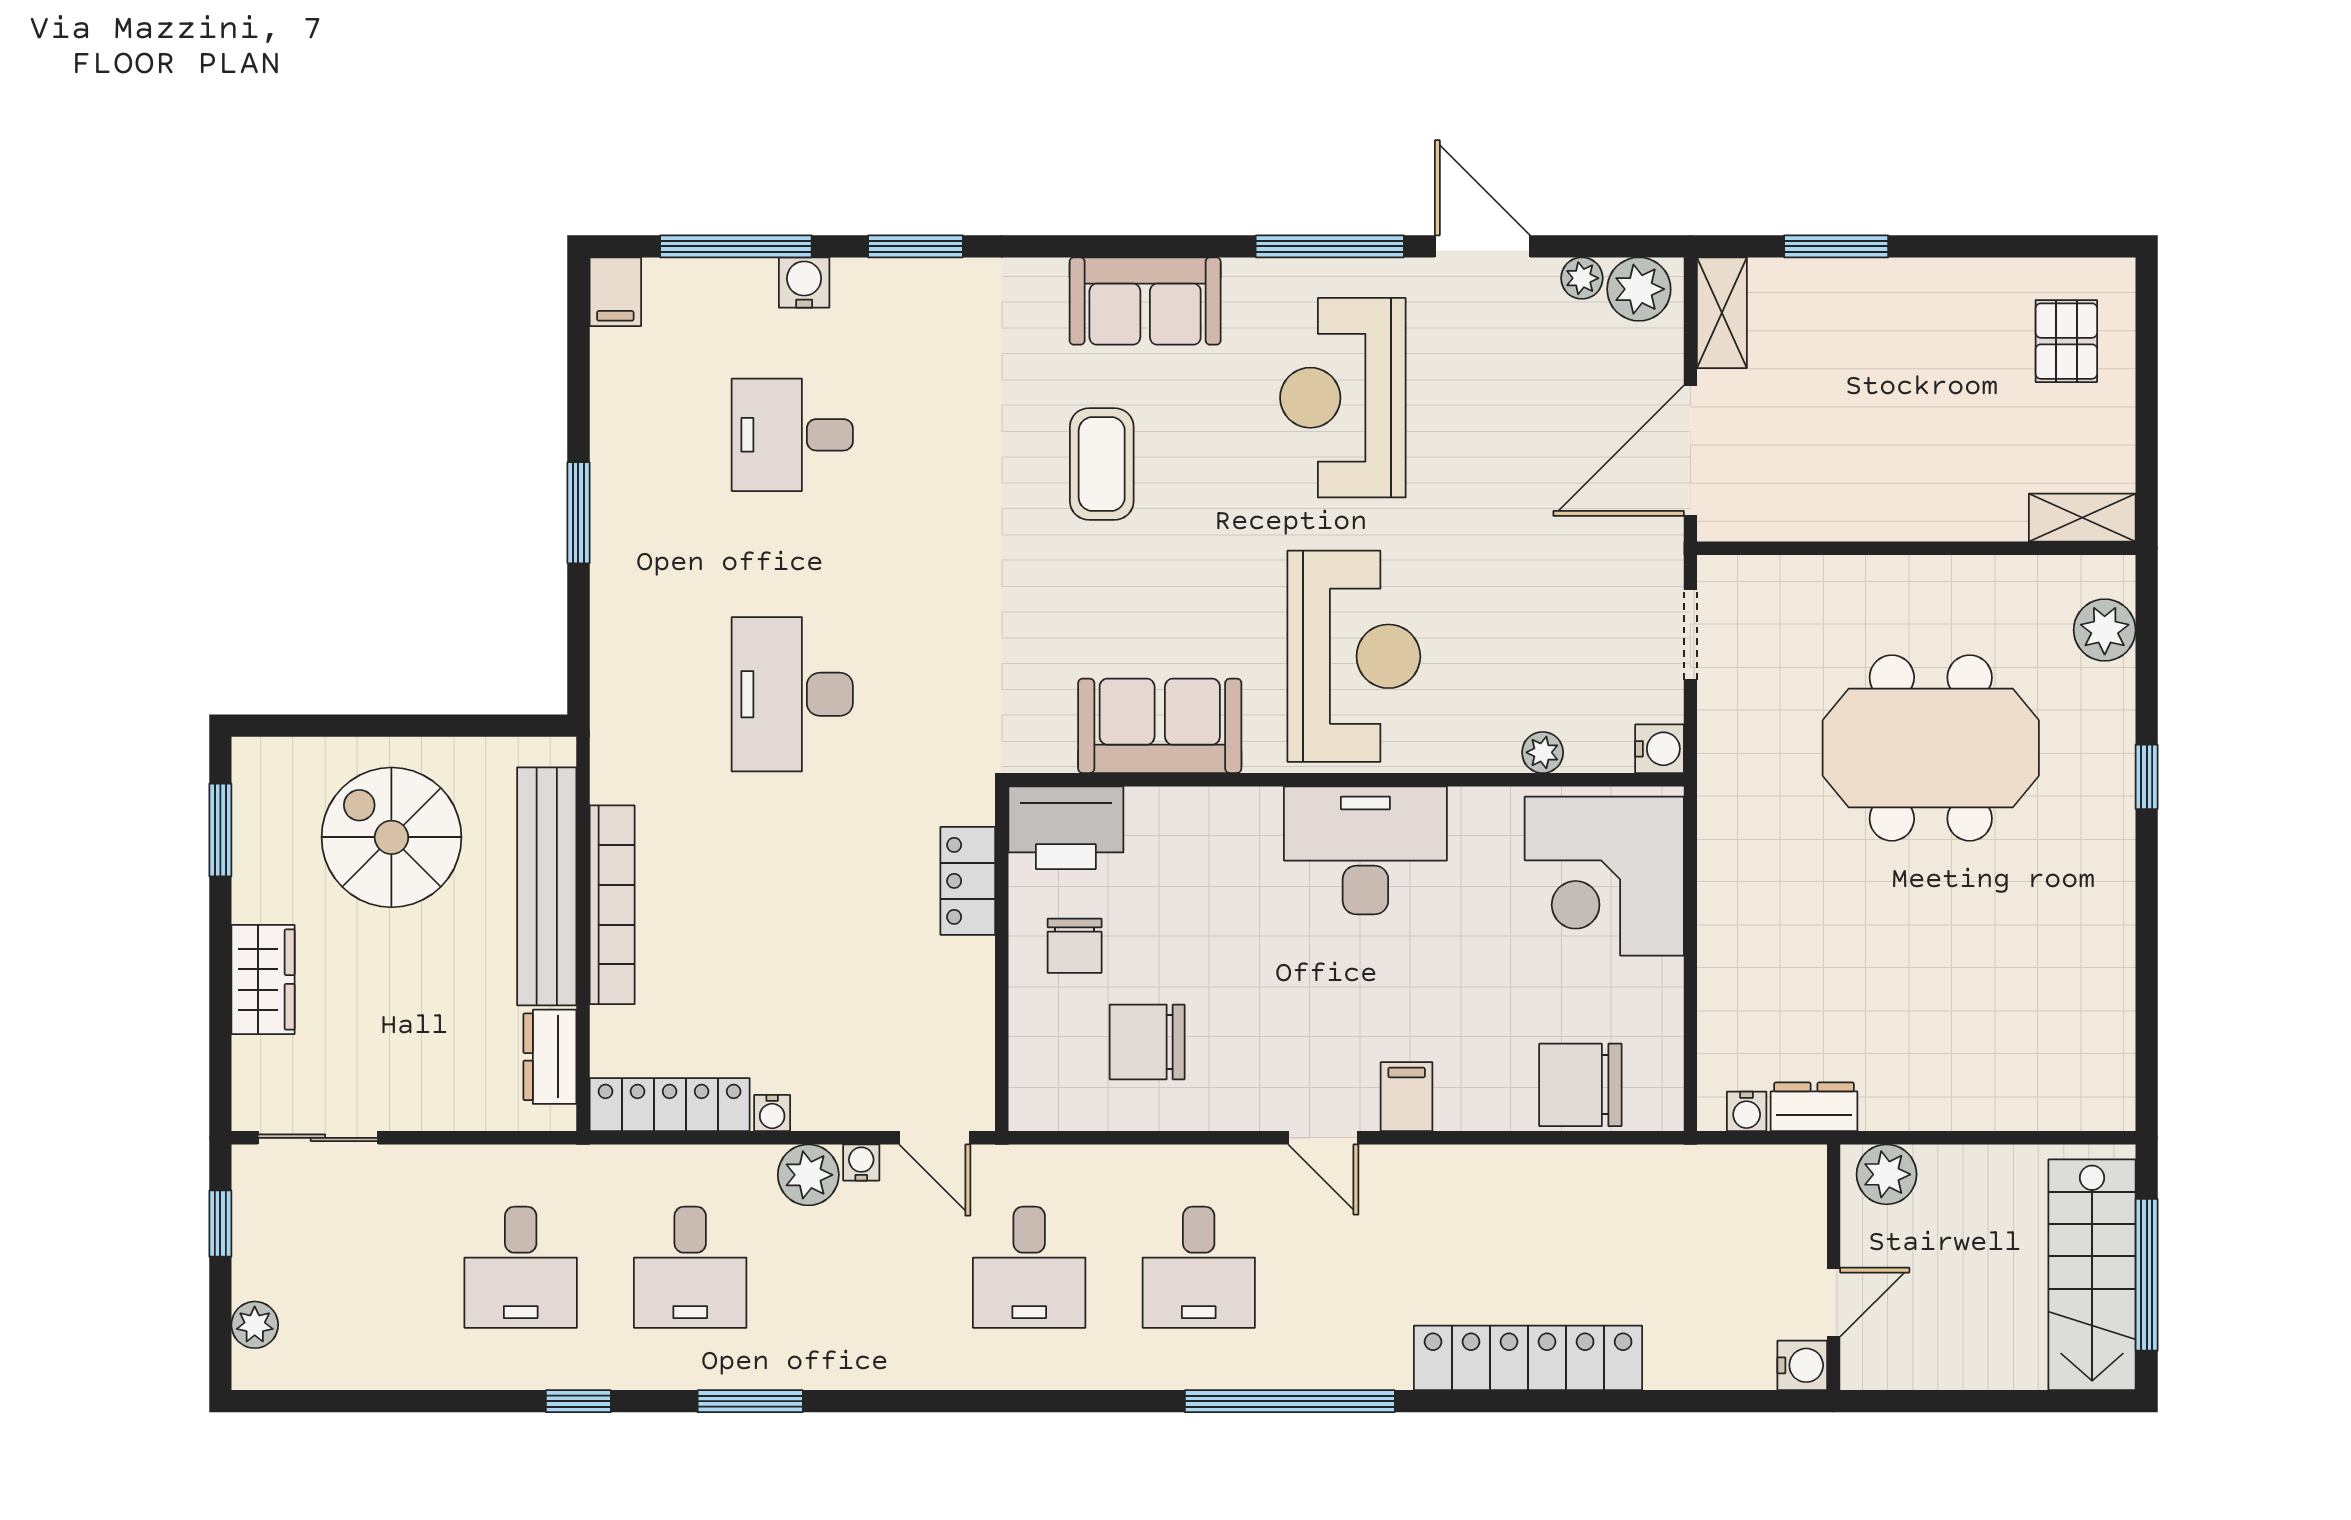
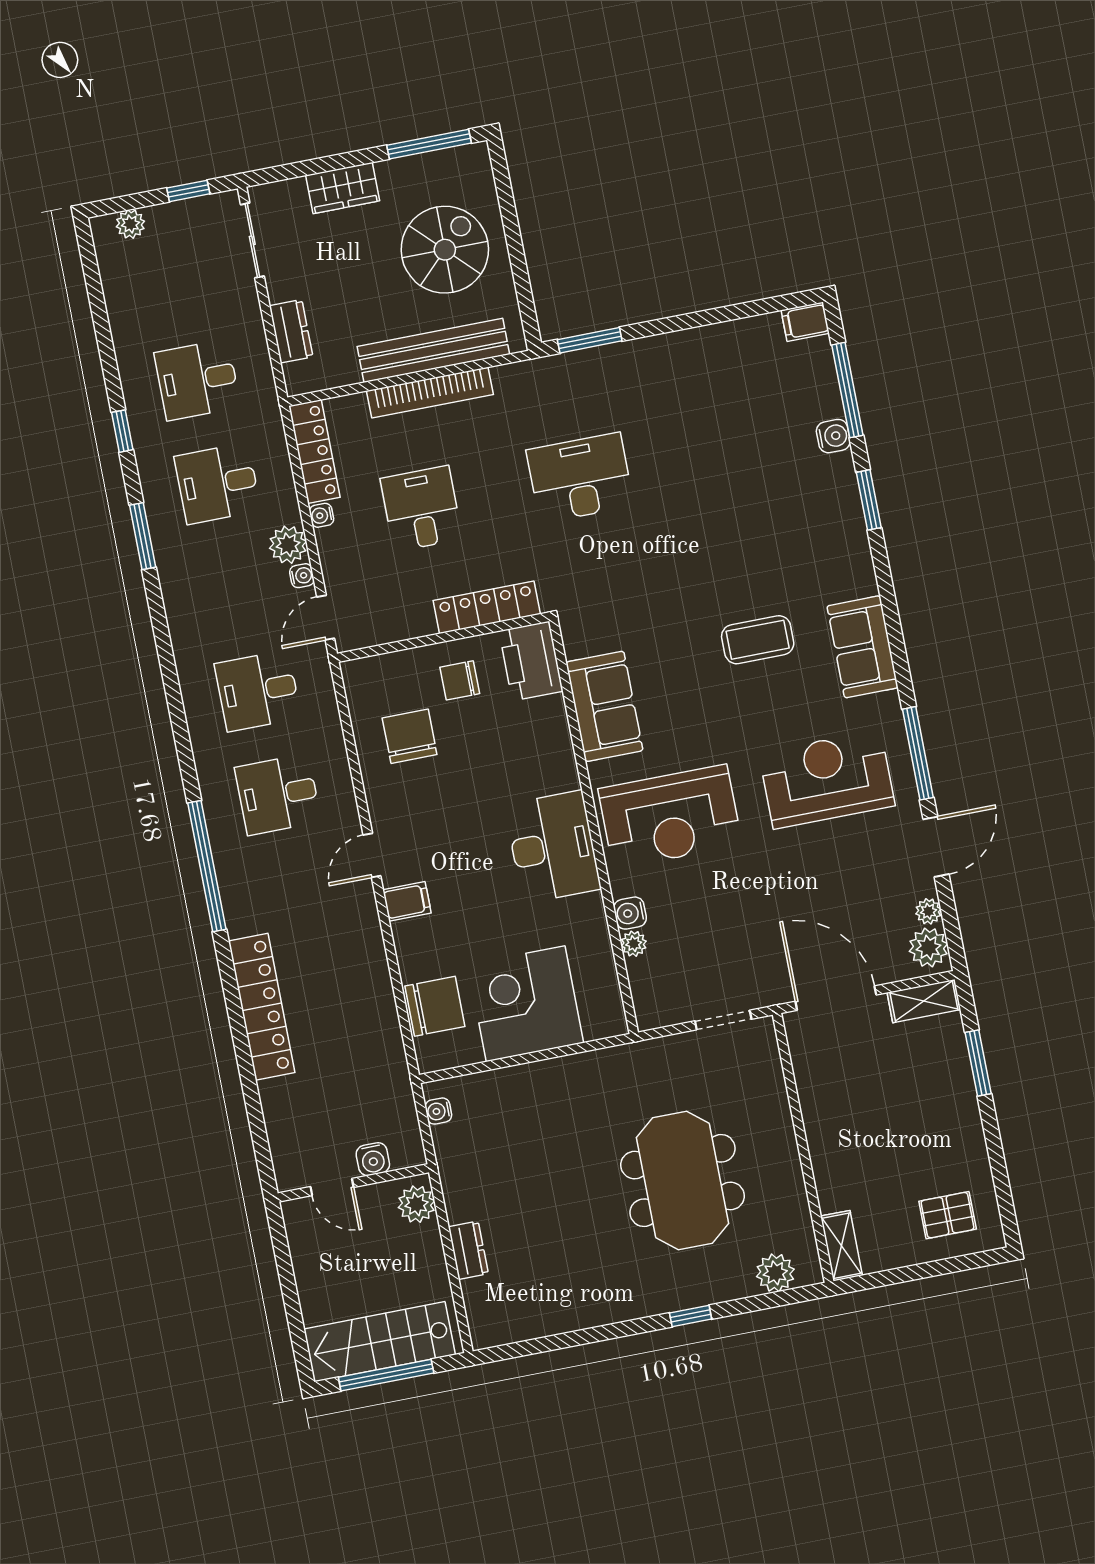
desk: (792, 435) -> (421, 509), moved
window: (578, 513) -> (590, 340), moved
water cooler: (1659, 749) -> (630, 913), moved, turned 90
window: (220, 830) -> (429, 144), width x1.44
corner desk: (1604, 876) -> (526, 1004), moved
locker: (968, 881) -> (487, 607), width x1.53
dresser: (550, 1057) -> (291, 331), moved, turned 90
chair: (1580, 1085) -> (435, 1006), turned 90
dresser: (1814, 1107) -> (468, 1250), moved
water cooler: (1802, 1365) -> (373, 1159), moved

